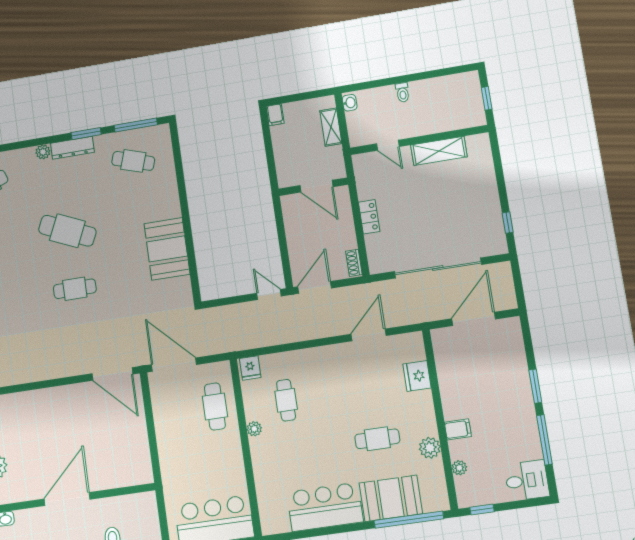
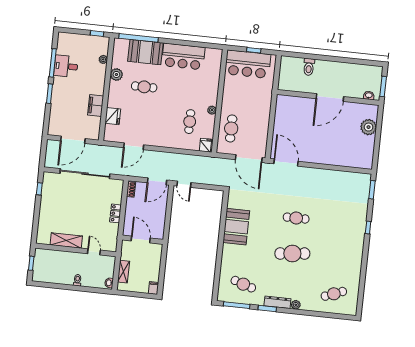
cafe table: (67, 231) -> (292, 254), turned -30
filing cabinet: (458, 429) -> (96, 105), moved, width x2.00
desk: (527, 481) -> (66, 66), moved

